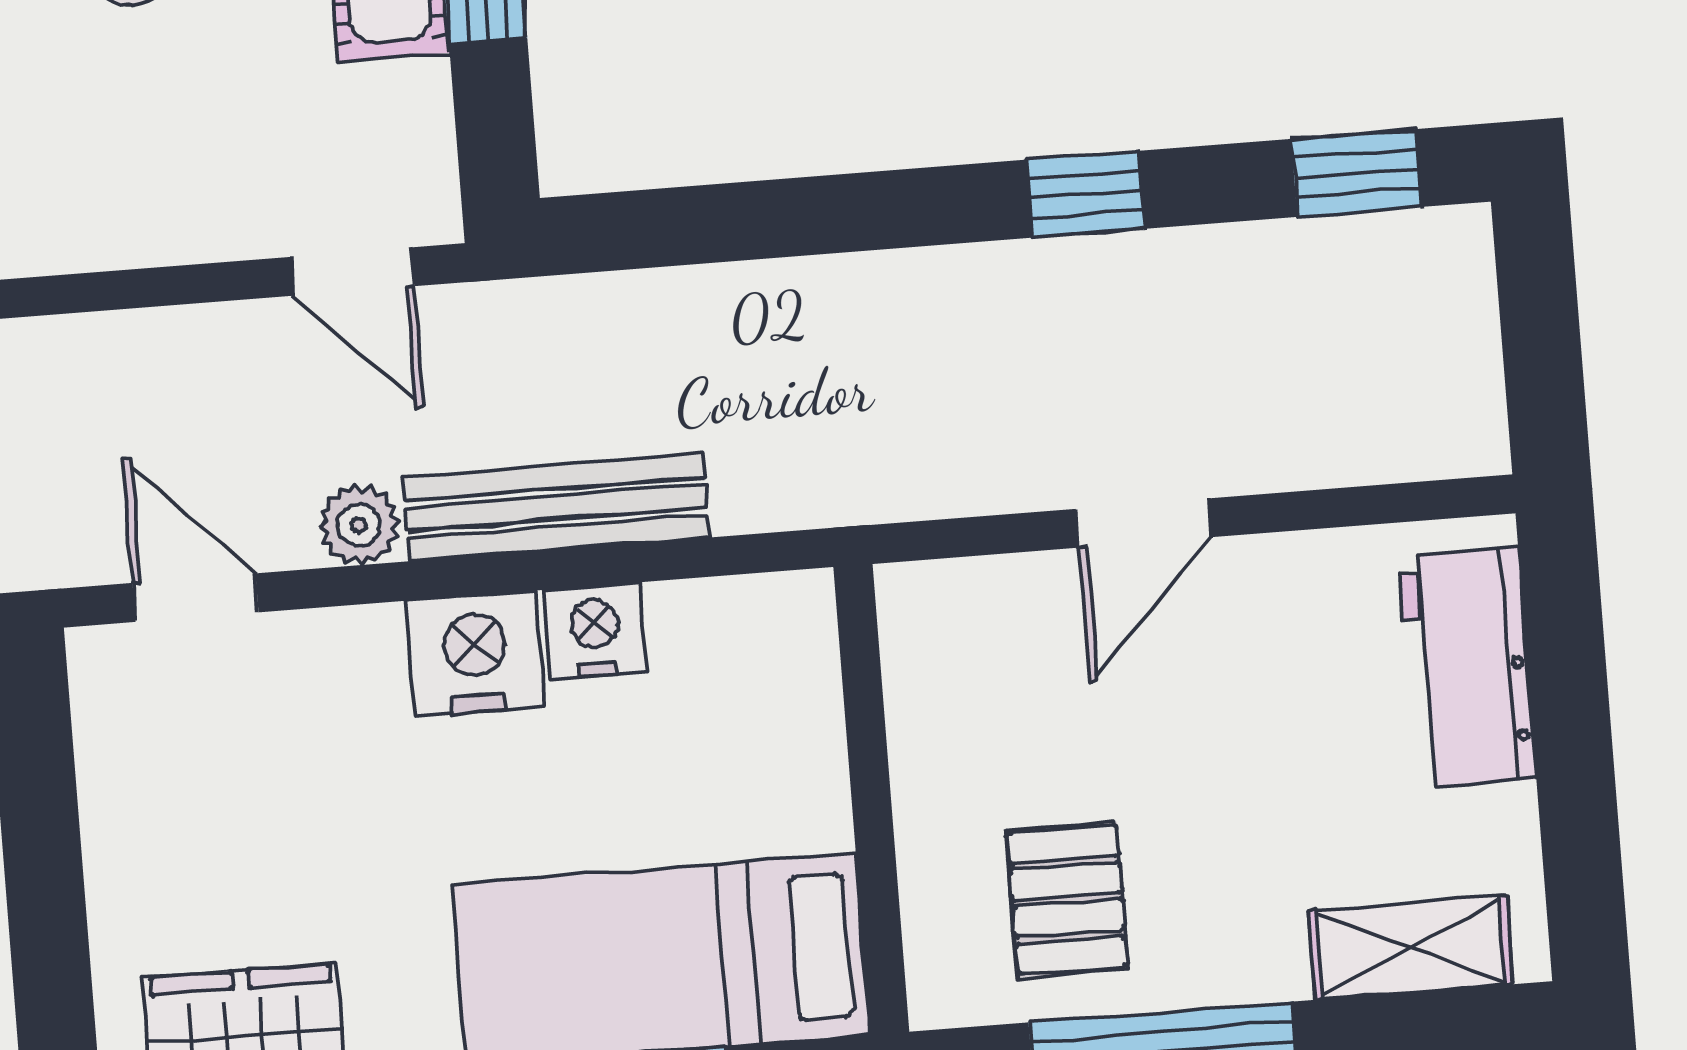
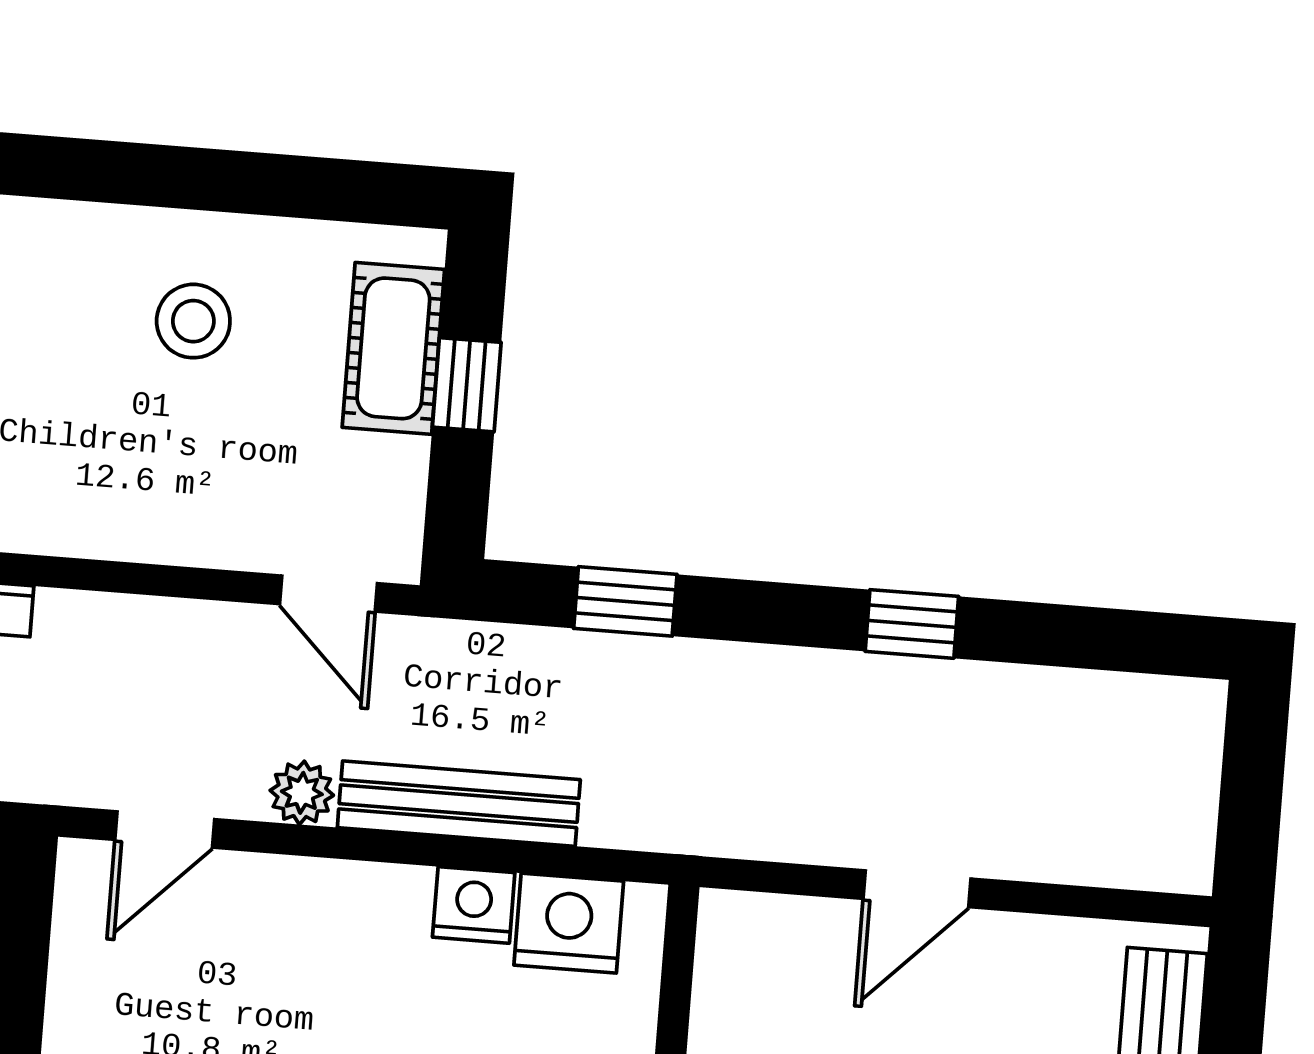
window: (1357, 173) -> (625, 601), moved
door: (195, 598) -> (165, 830), swing flipped
nightstand: (475, 654) -> (569, 923), moved

